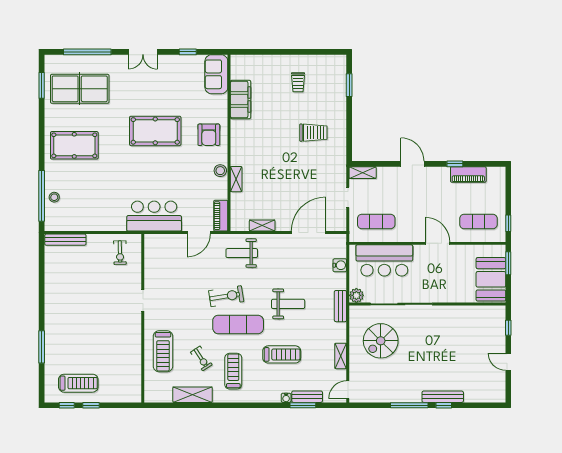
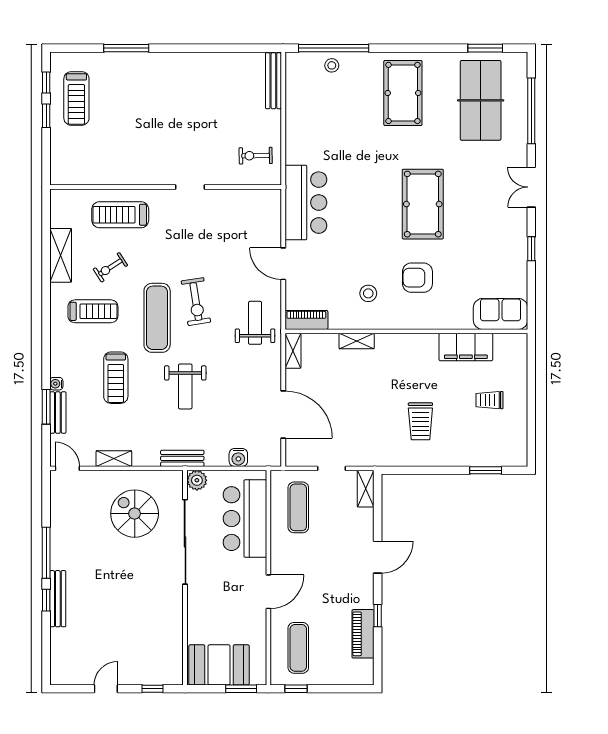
sofa: (216, 74) -> (501, 314), moved
filing cabinet: (241, 99) -> (466, 347), moved
wall: (229, 143) -> (406, 331), moved
shelving: (236, 179) -> (357, 341), moved
piano: (221, 216) -> (306, 320), moved

